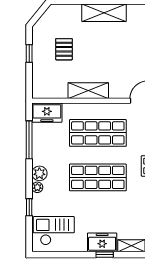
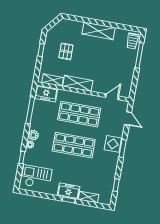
shelving: (53, 92) -> (53, 80), added

